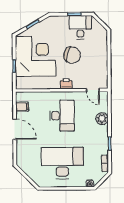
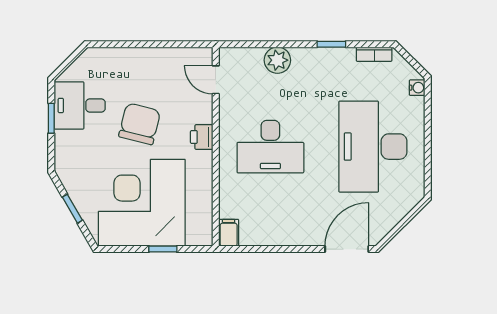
door: (93, 90) -> (216, 80), swing flipped
filing cabinet: (22, 107) -> (229, 233), moved
desk: (62, 116) -> (270, 147), turned 180
door: (15, 129) -> (347, 249), moved

